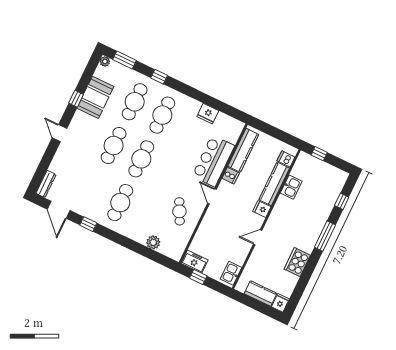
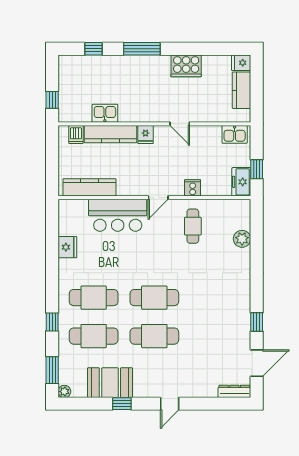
cooker: (231, 176) -> (193, 188), moved
cafe table: (120, 203) -> (215, 298), removed
cafe table: (179, 211) -> (193, 226), turned -63

